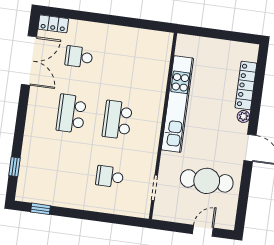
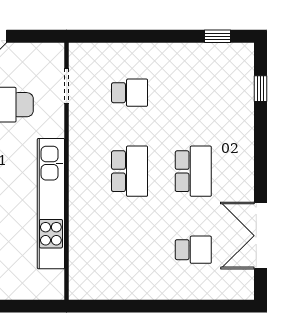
locker: (53, 24) -> (234, 290), removed

